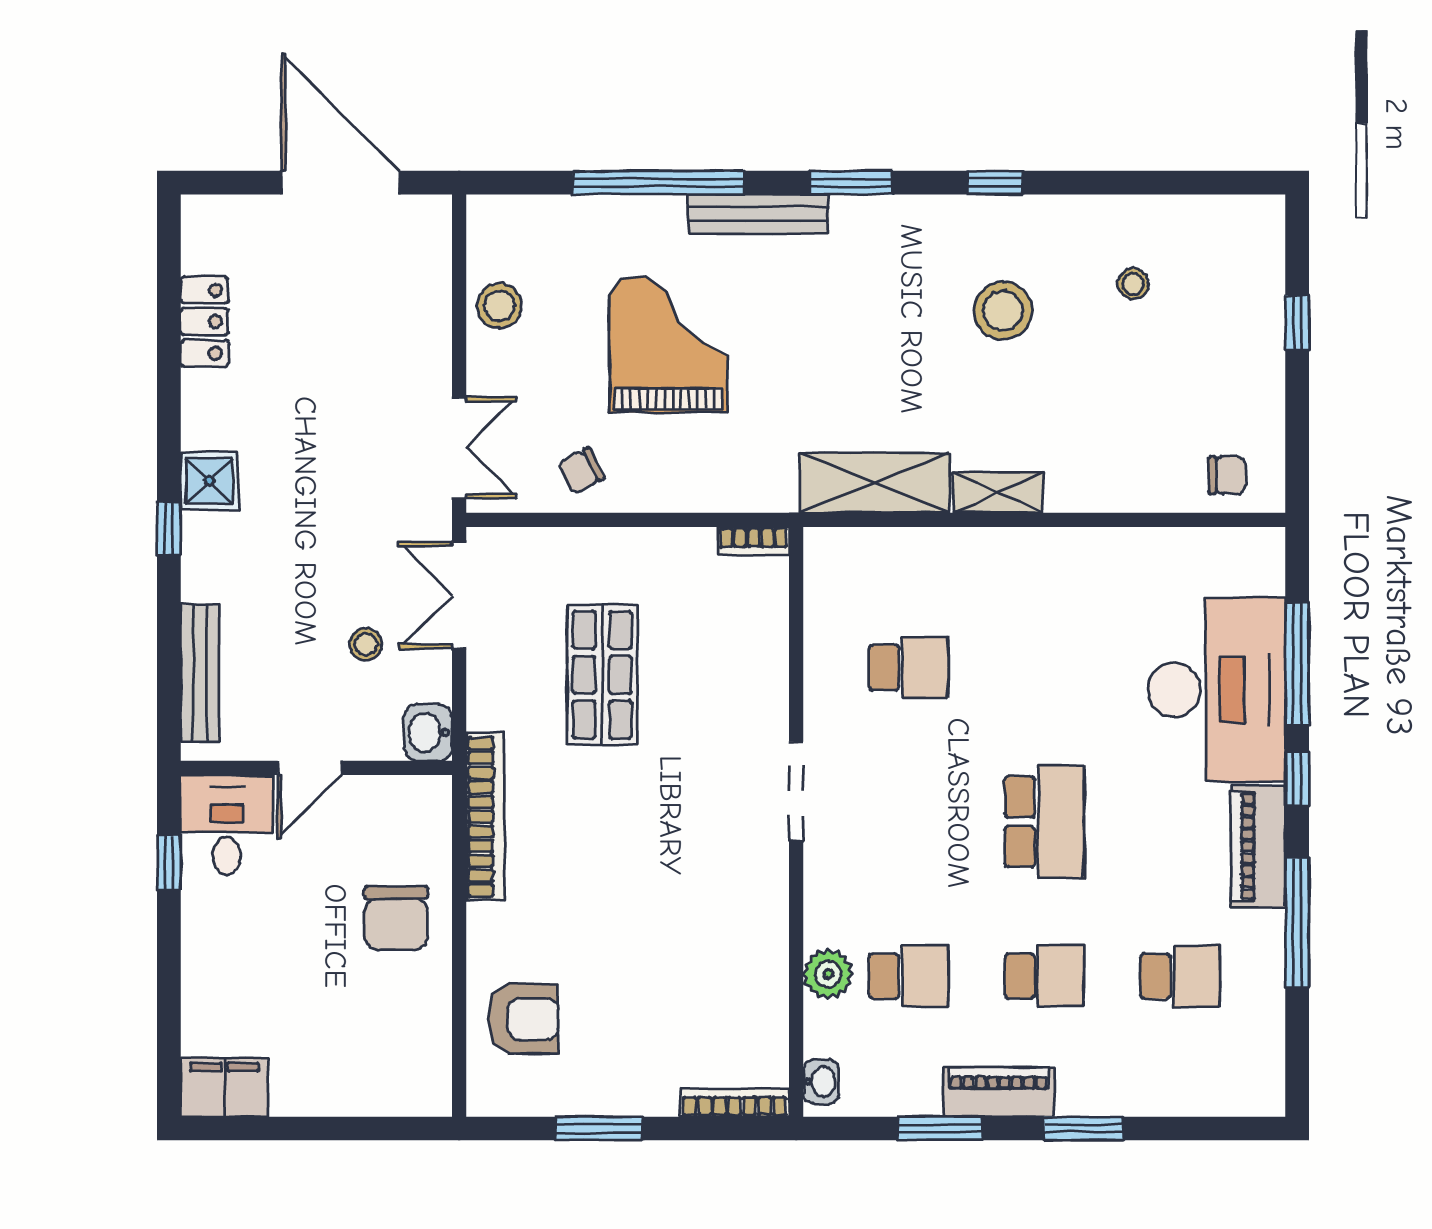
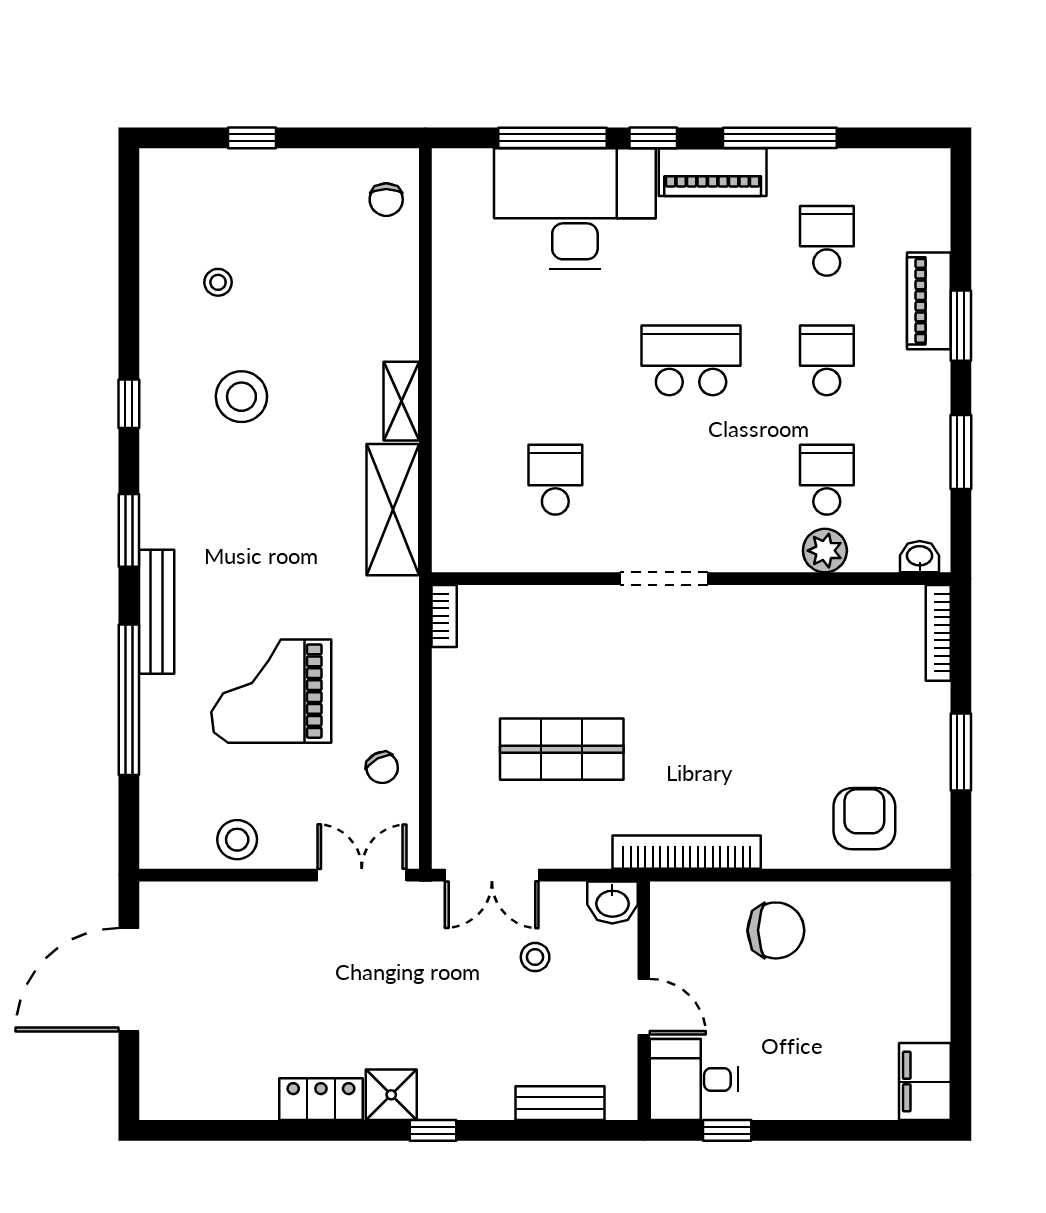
locker: (204, 322) -> (321, 1099), moved
chair: (1227, 475) -> (386, 200), turned 180
bench: (200, 673) -> (560, 1103), width x0.73
piano: (999, 1092) -> (929, 301), moved

